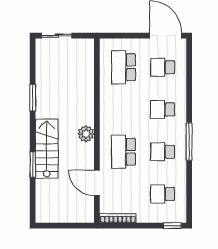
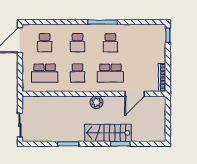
school desk: (163, 194) -> (77, 73), moved

